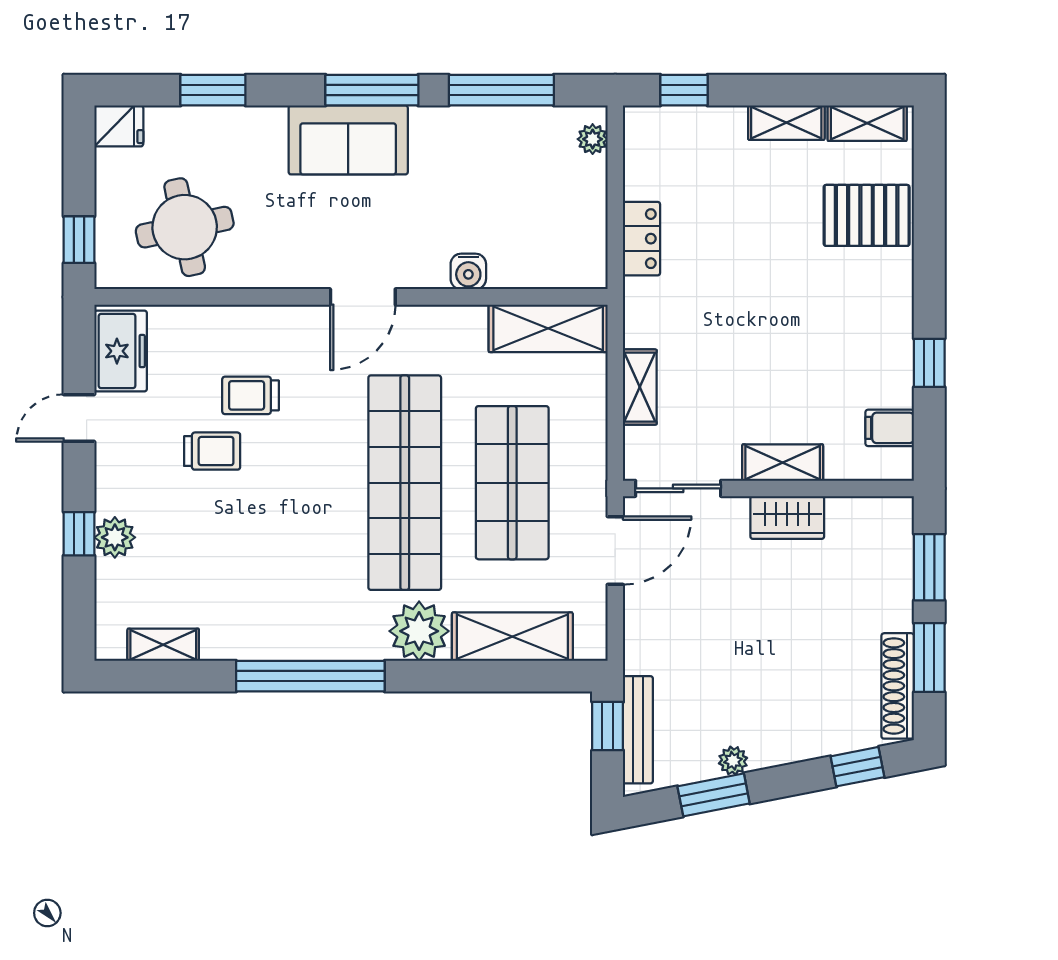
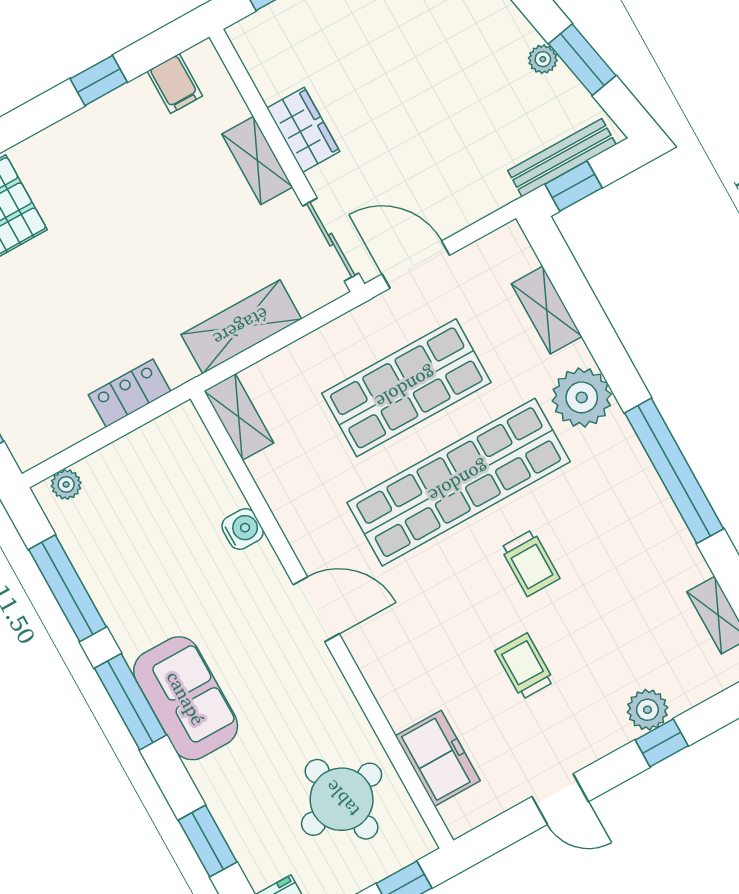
shelving: (548, 328) -> (239, 417), width x0.67, depth x0.75
freezer: (121, 351) -> (438, 758), moved, turned 90
shelving: (640, 387) -> (241, 327), width x1.50, depth x1.33
trolley: (250, 395) -> (530, 563), moved
shelving: (512, 637) -> (547, 310), width x0.67, depth x0.75

